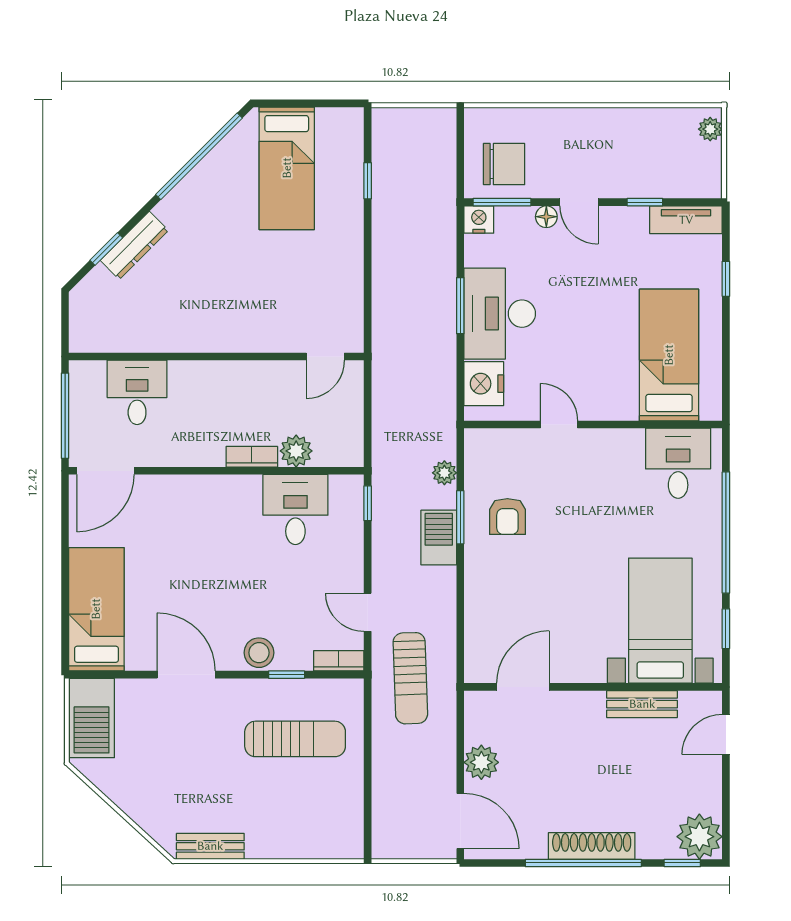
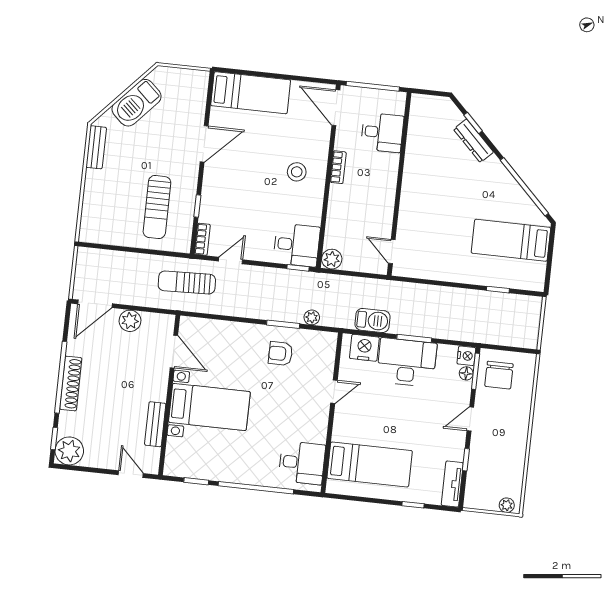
floor lamp: (546, 217) -> (466, 373), moved
plant: (296, 451) -> (332, 259), moved
bookcase: (252, 457) -> (338, 167), moved
desk: (295, 510) -> (297, 245), moved
barbecue: (439, 538) -> (373, 320), moved
bed with nightstands: (660, 621) -> (209, 407), moved
stool: (259, 653) -> (297, 172), moved
barbecue: (92, 718) -> (136, 103), moved, turned -47

